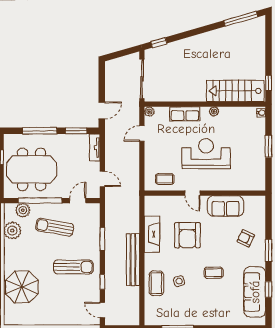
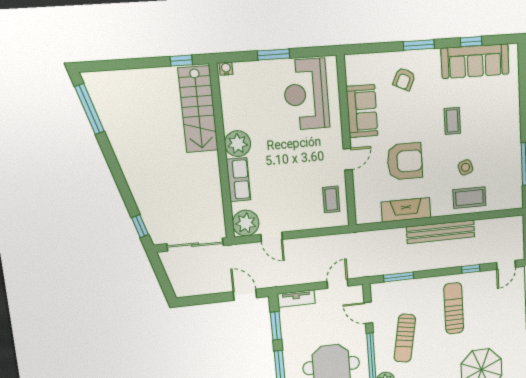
plant: (214, 111) -> (238, 144), width x1.88, depth x1.88
plant: (149, 112) -> (246, 223), width x1.88, depth x1.88
reception desk: (206, 154) -> (306, 94), moved
window: (102, 239) -> (399, 277), moved

